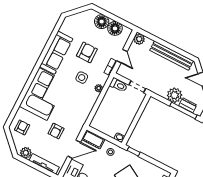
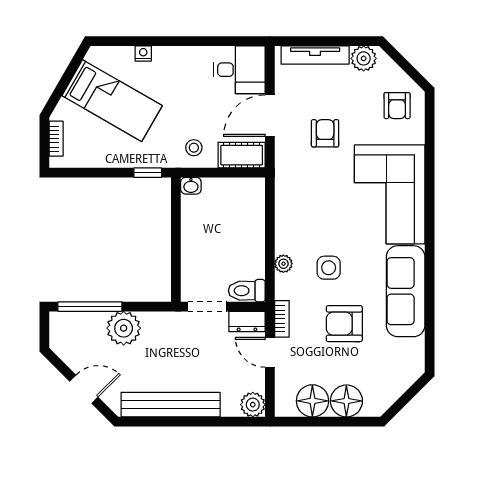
armchair: (87, 52) -> (344, 324), turned 90
dresser: (188, 105) -> (247, 321), moved

